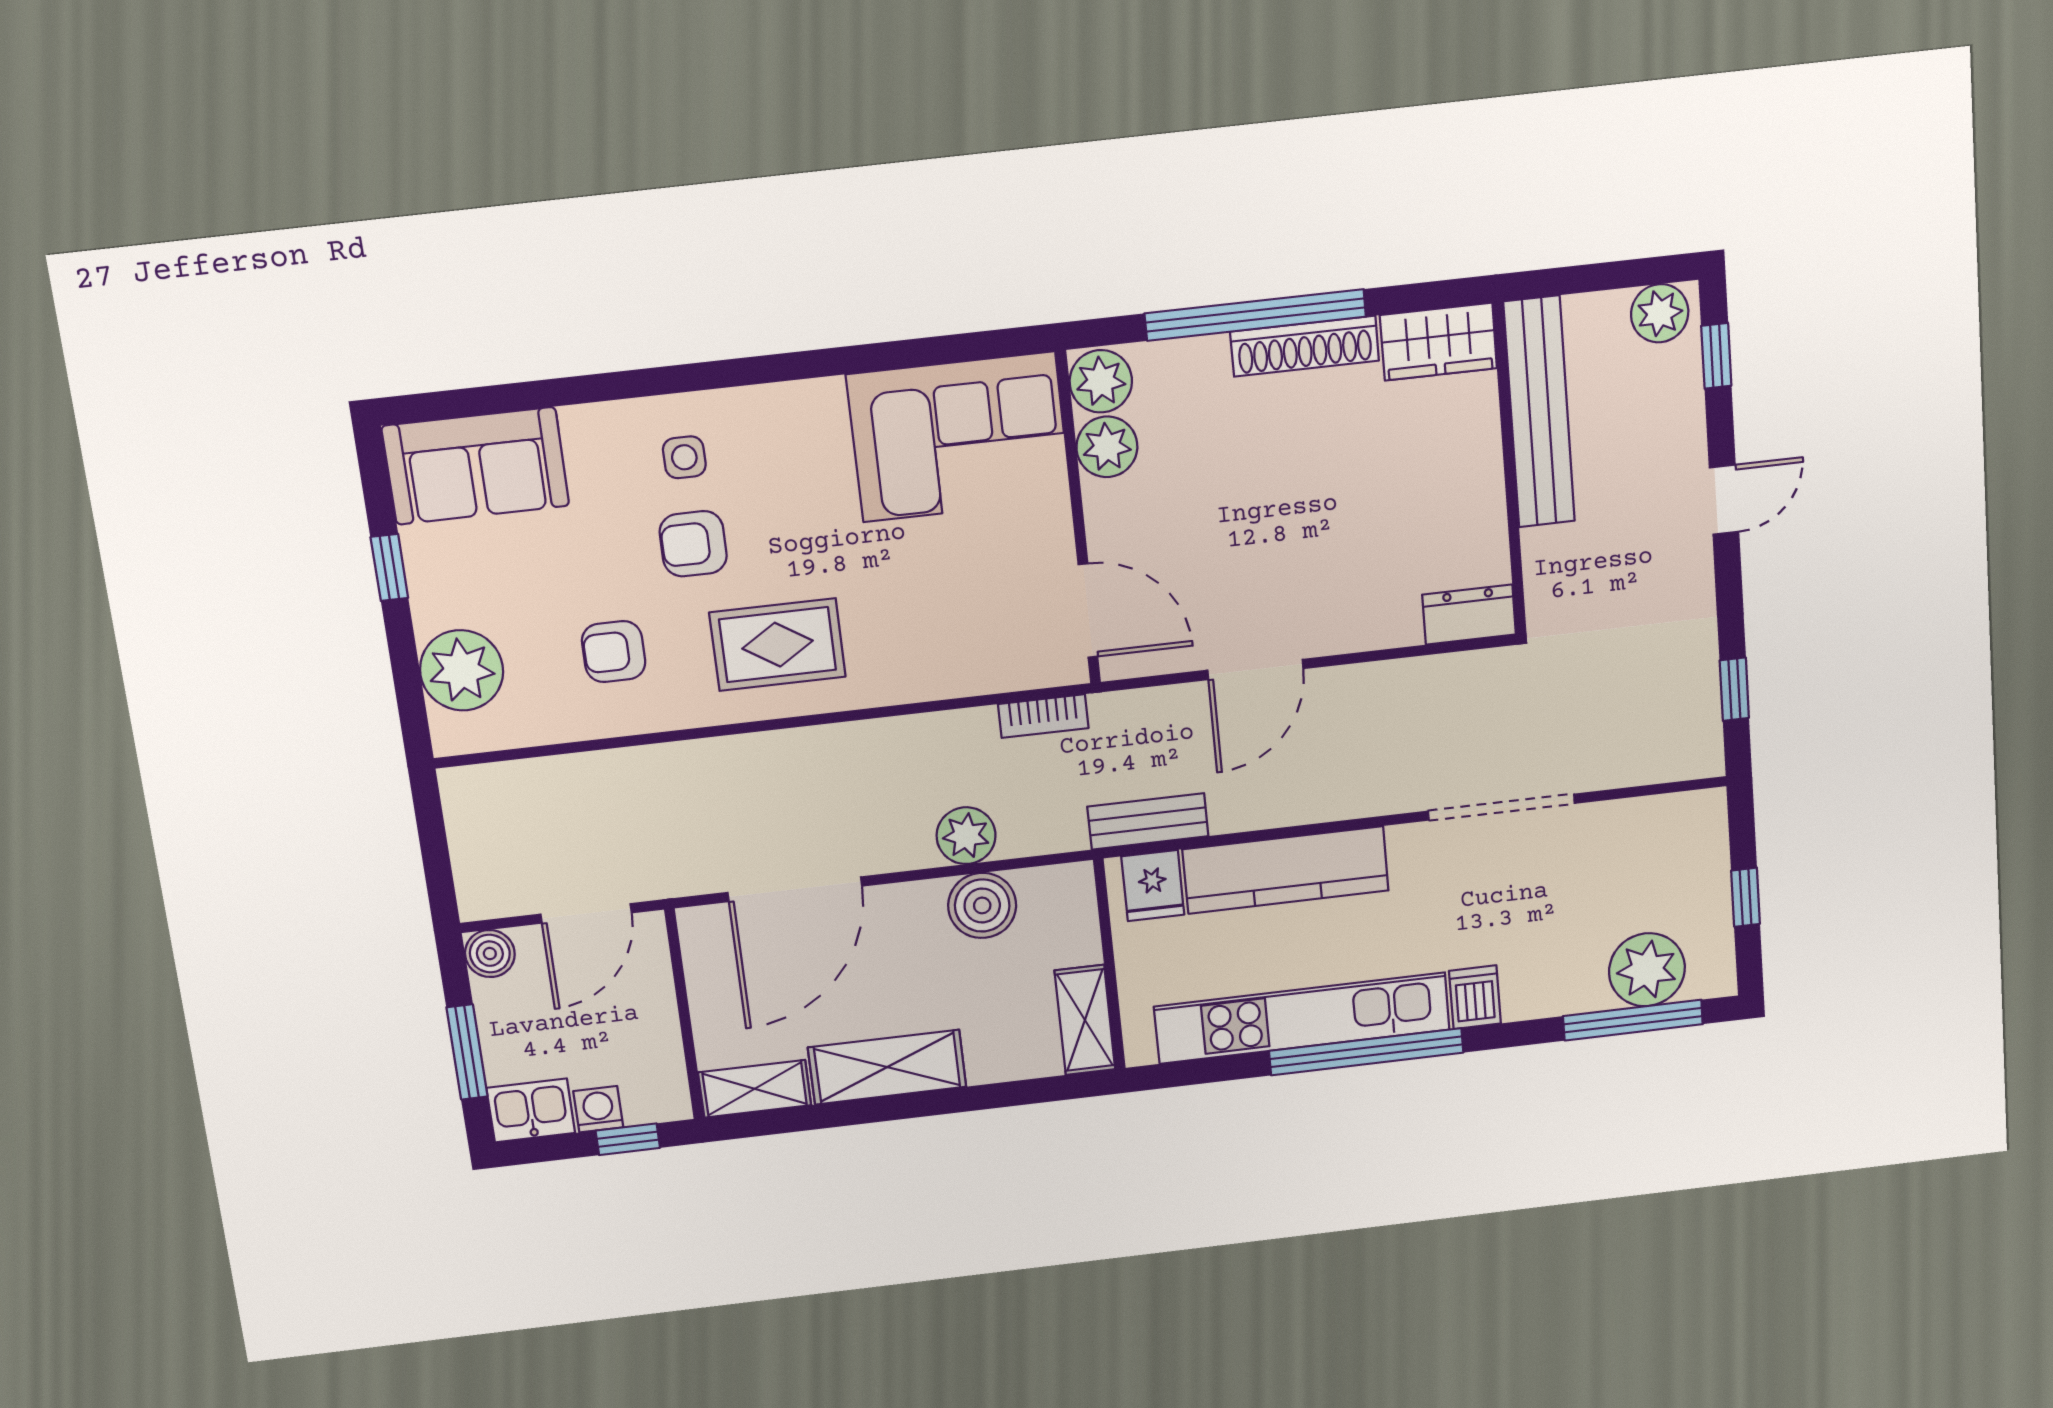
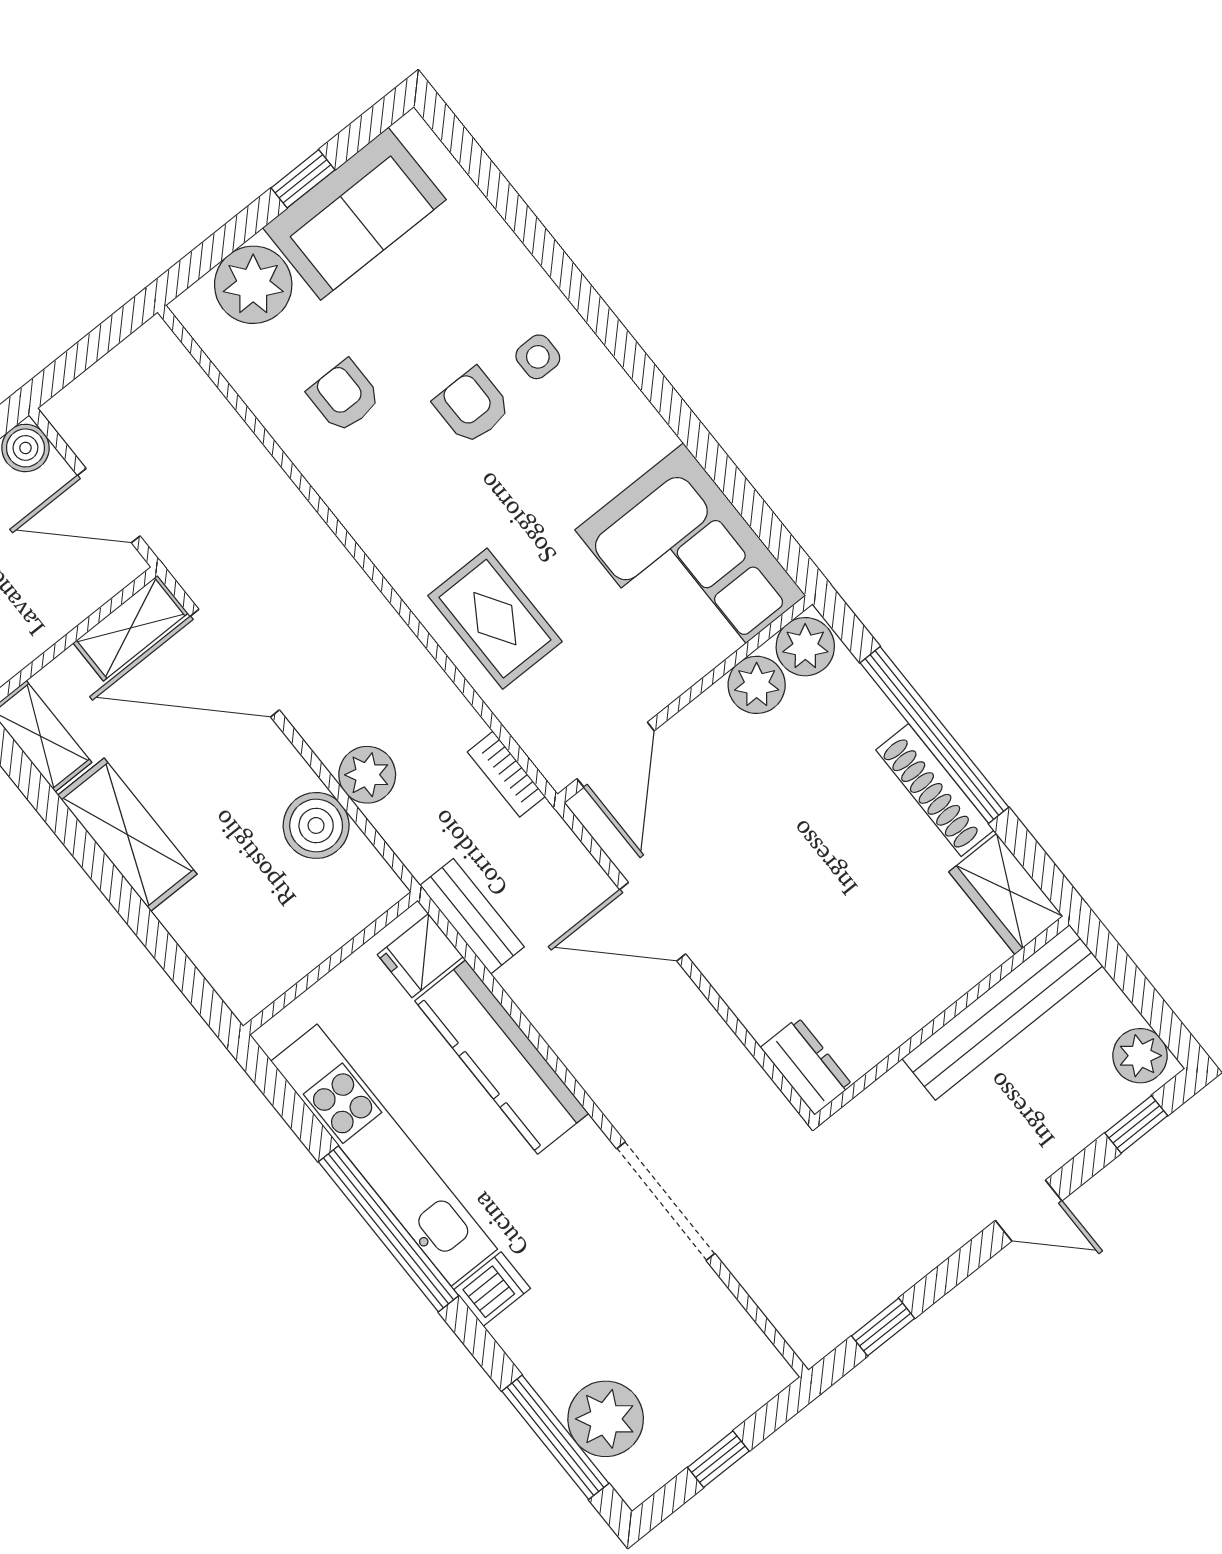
sofa: (476, 466) -> (354, 214), moved, turned -90
rug: (777, 645) -> (495, 619), moved
shelving: (1085, 1020) -> (131, 628), moved

